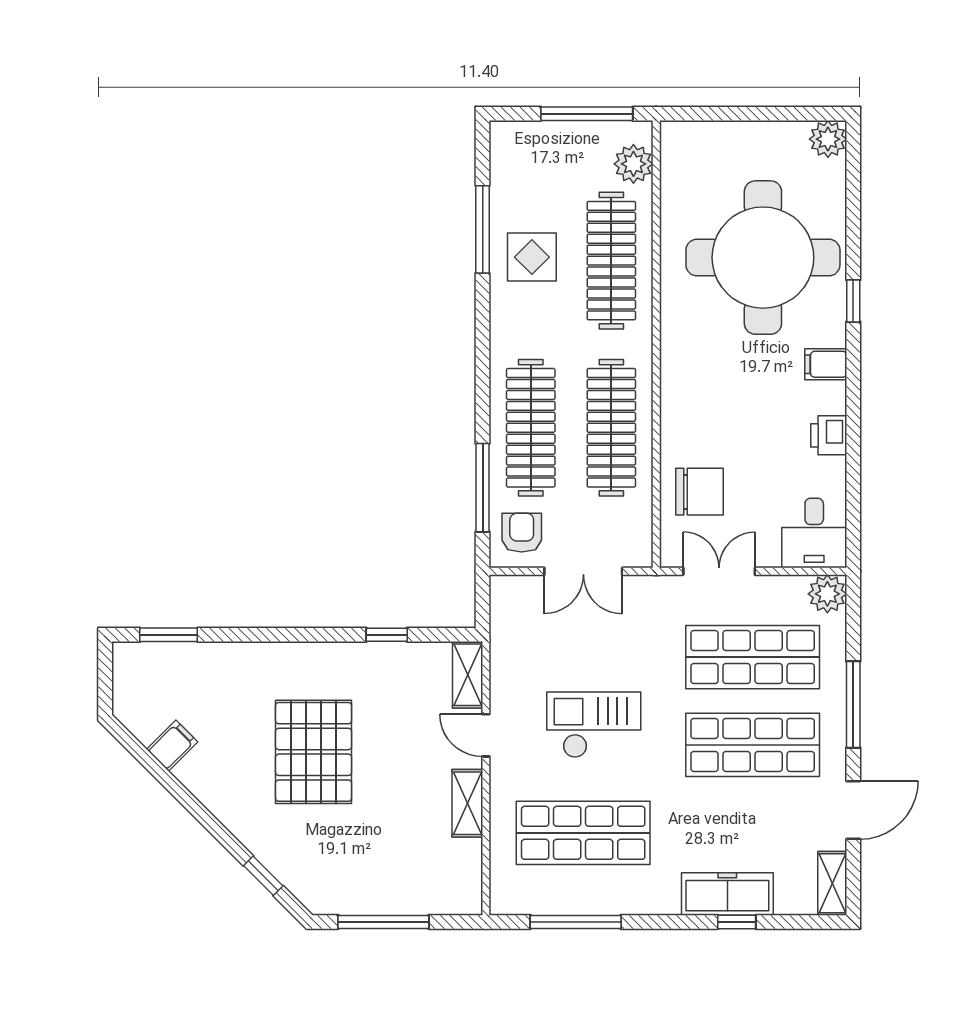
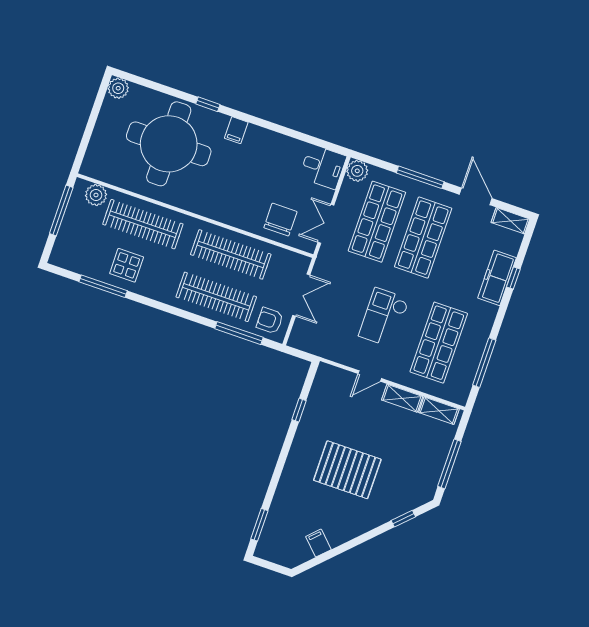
printer: (829, 435) -> (274, 141), removed
shelving: (468, 675) -> (439, 411), moved

